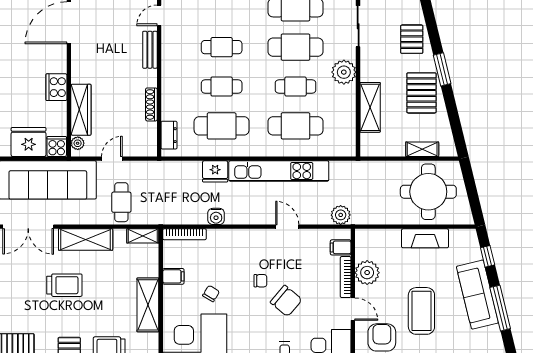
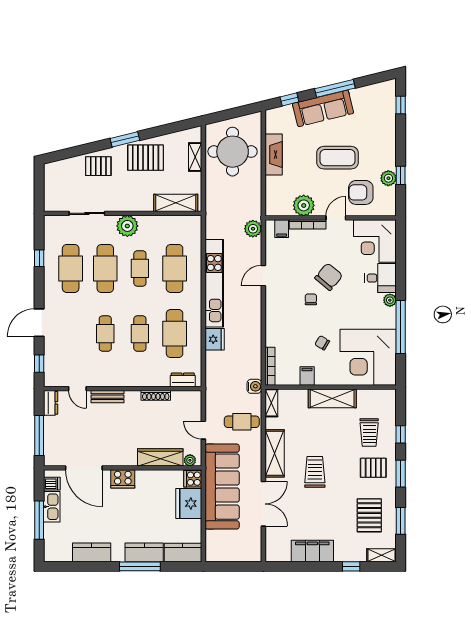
cooker: (56, 87) -> (123, 479), moved
shelving: (370, 107) -> (176, 203), moved
water cooler: (216, 216) -> (254, 386), moved

